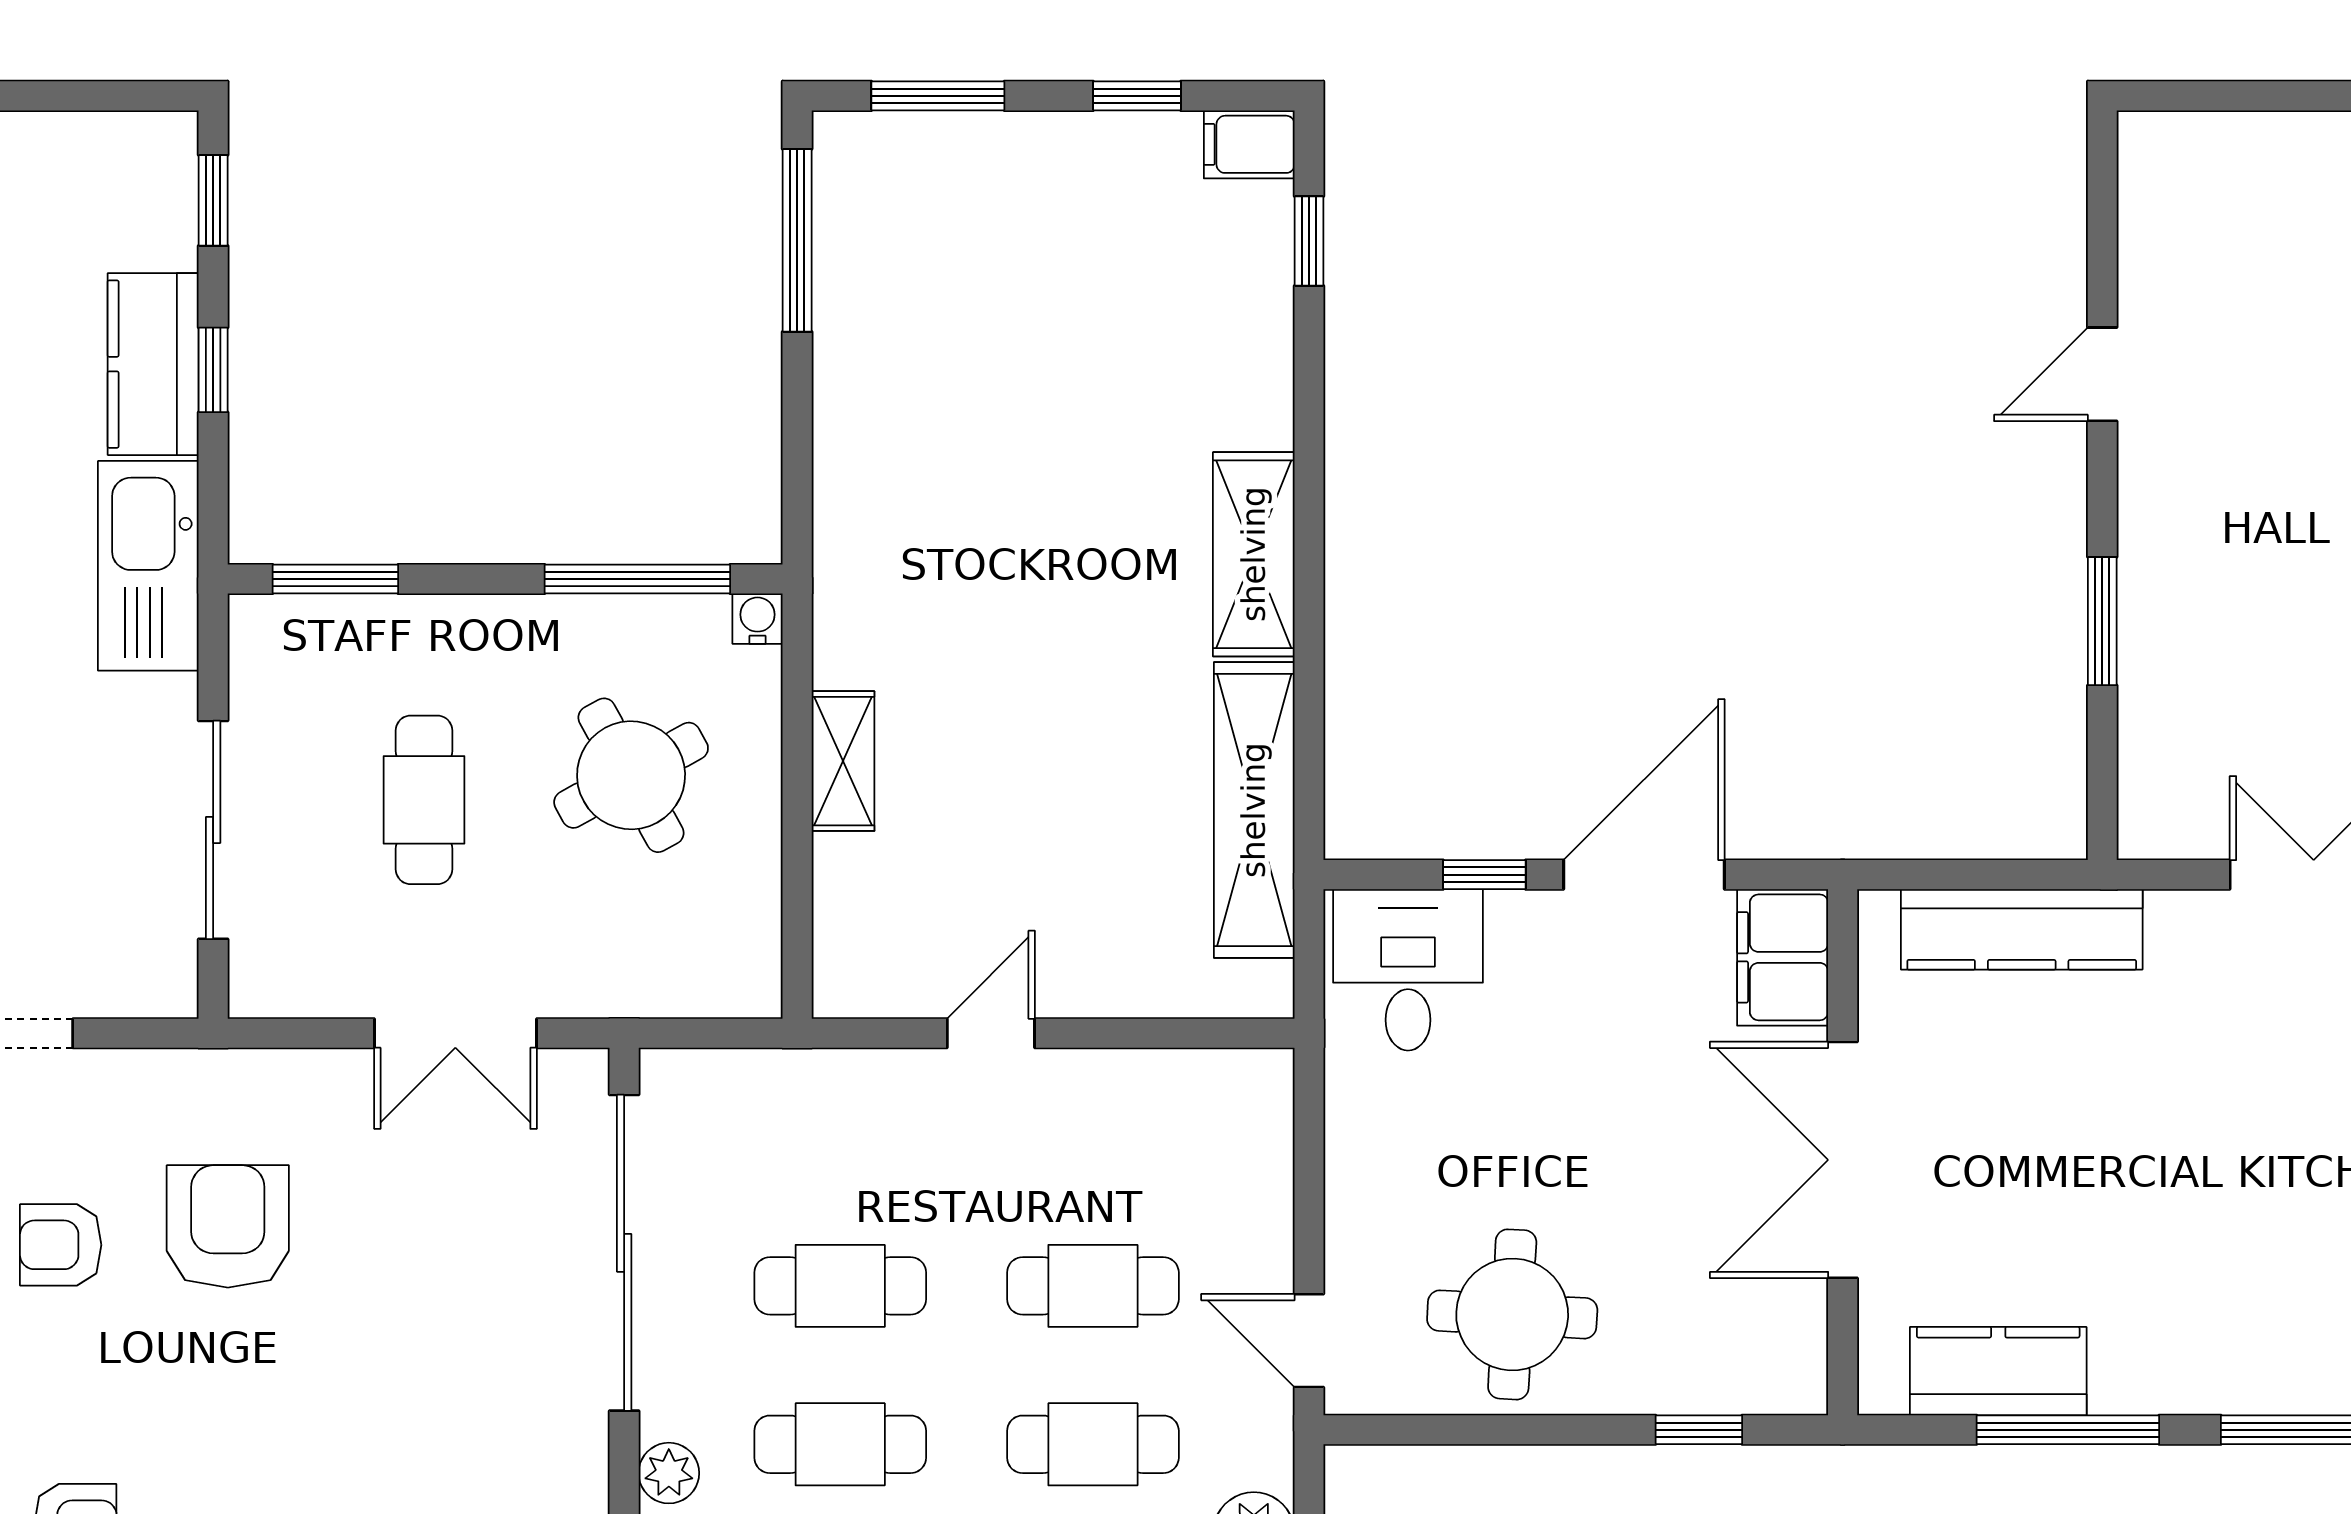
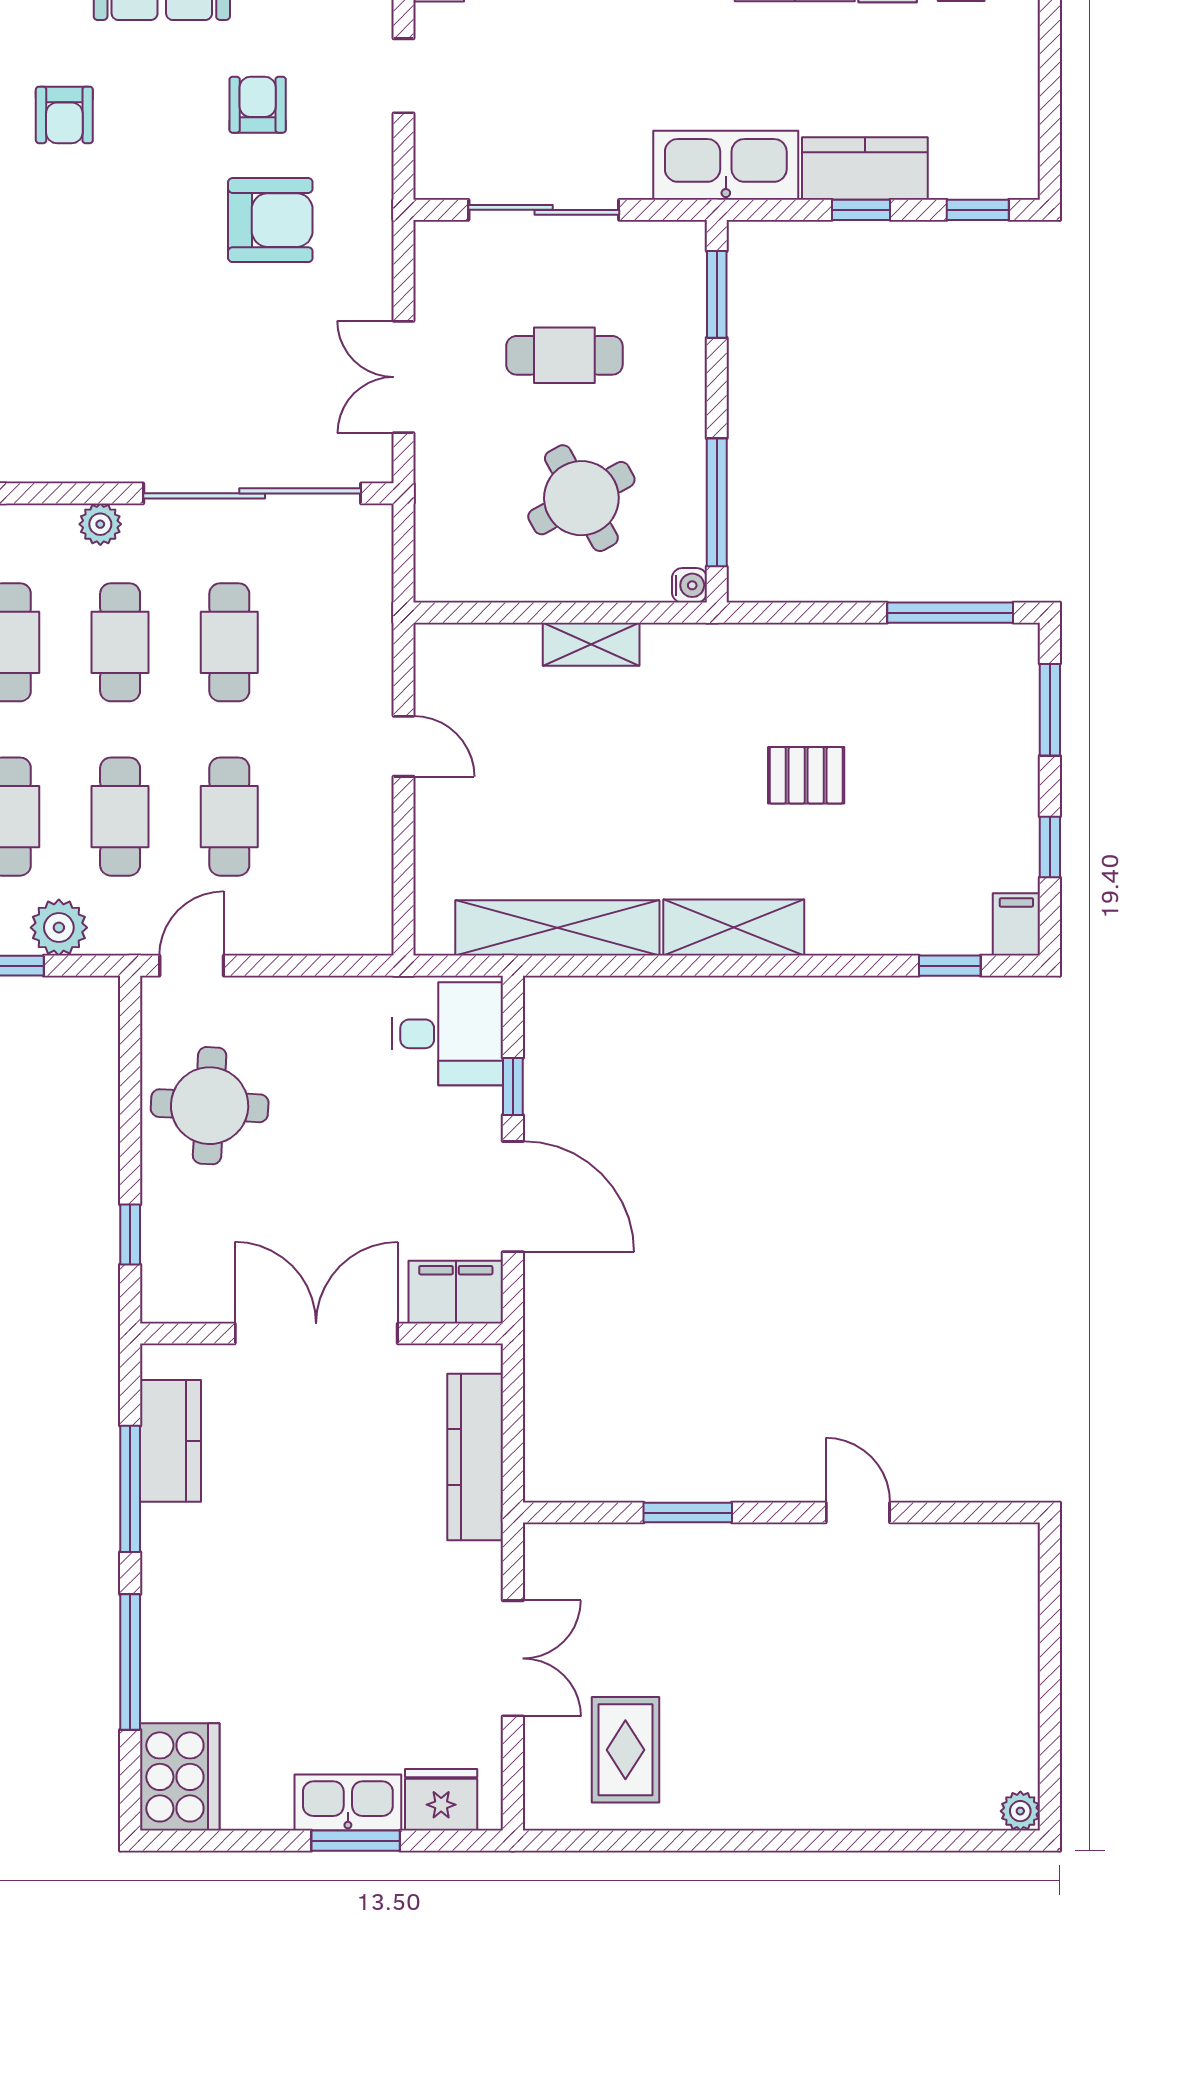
pallet: (1033, 449) -> (806, 775), added

